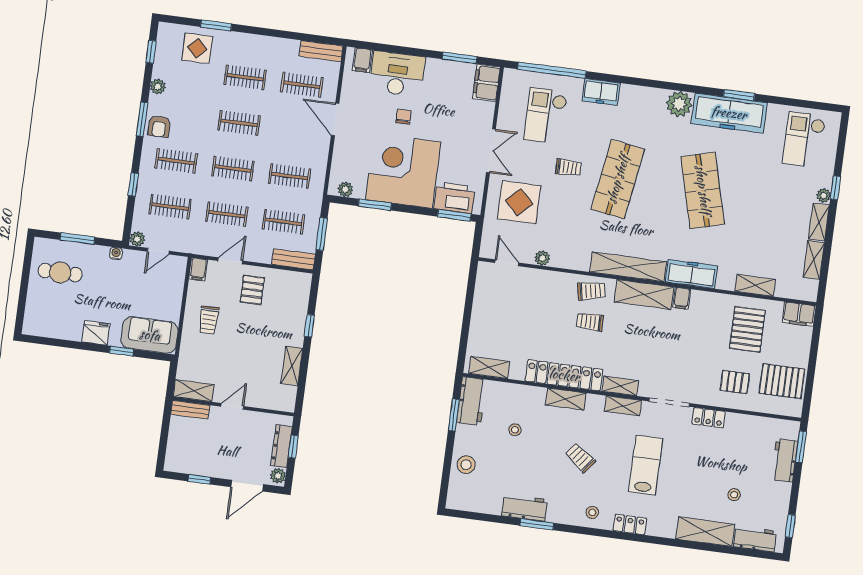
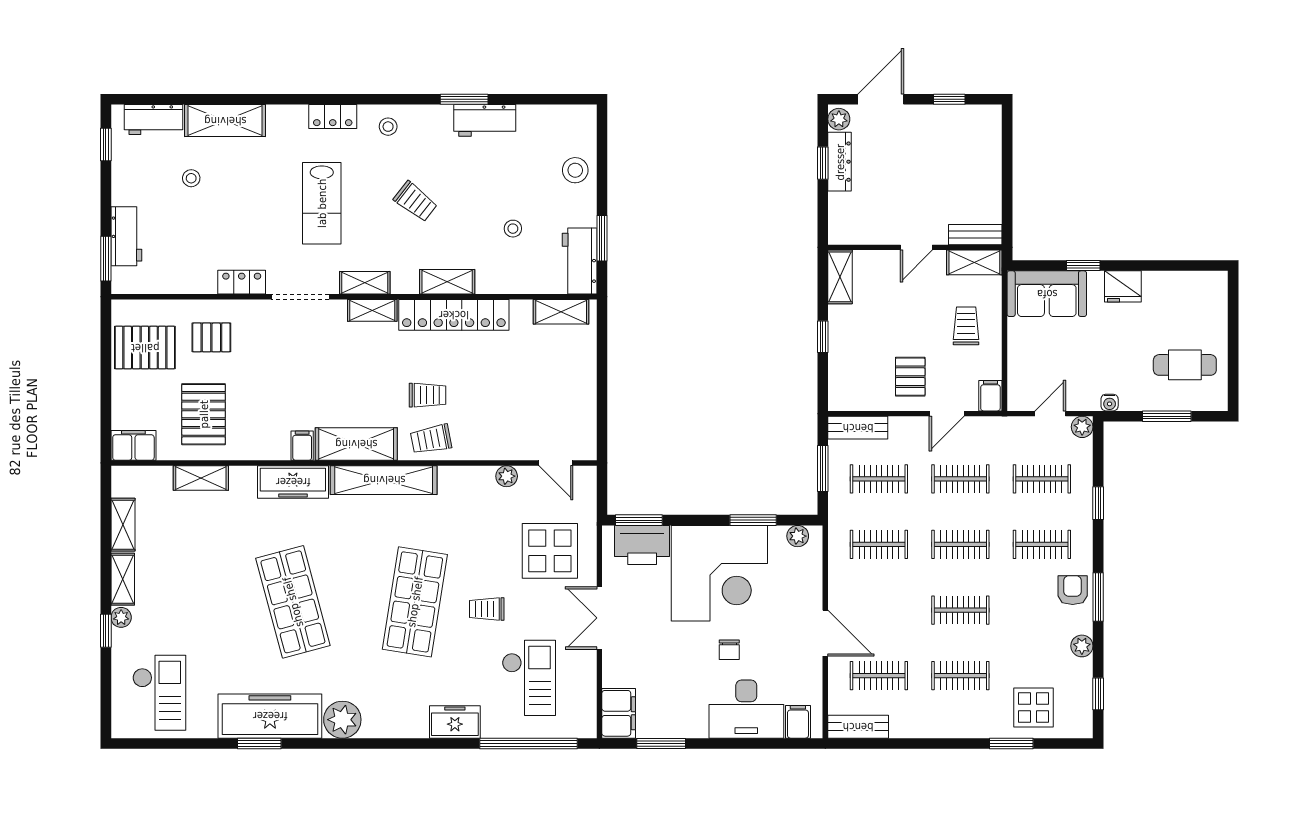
shelving: (193, 391) -> (974, 262), moved
door: (232, 406) -> (916, 247), moved
wall: (233, 407) -> (915, 247), moved
bench: (190, 410) -> (975, 235), moved

